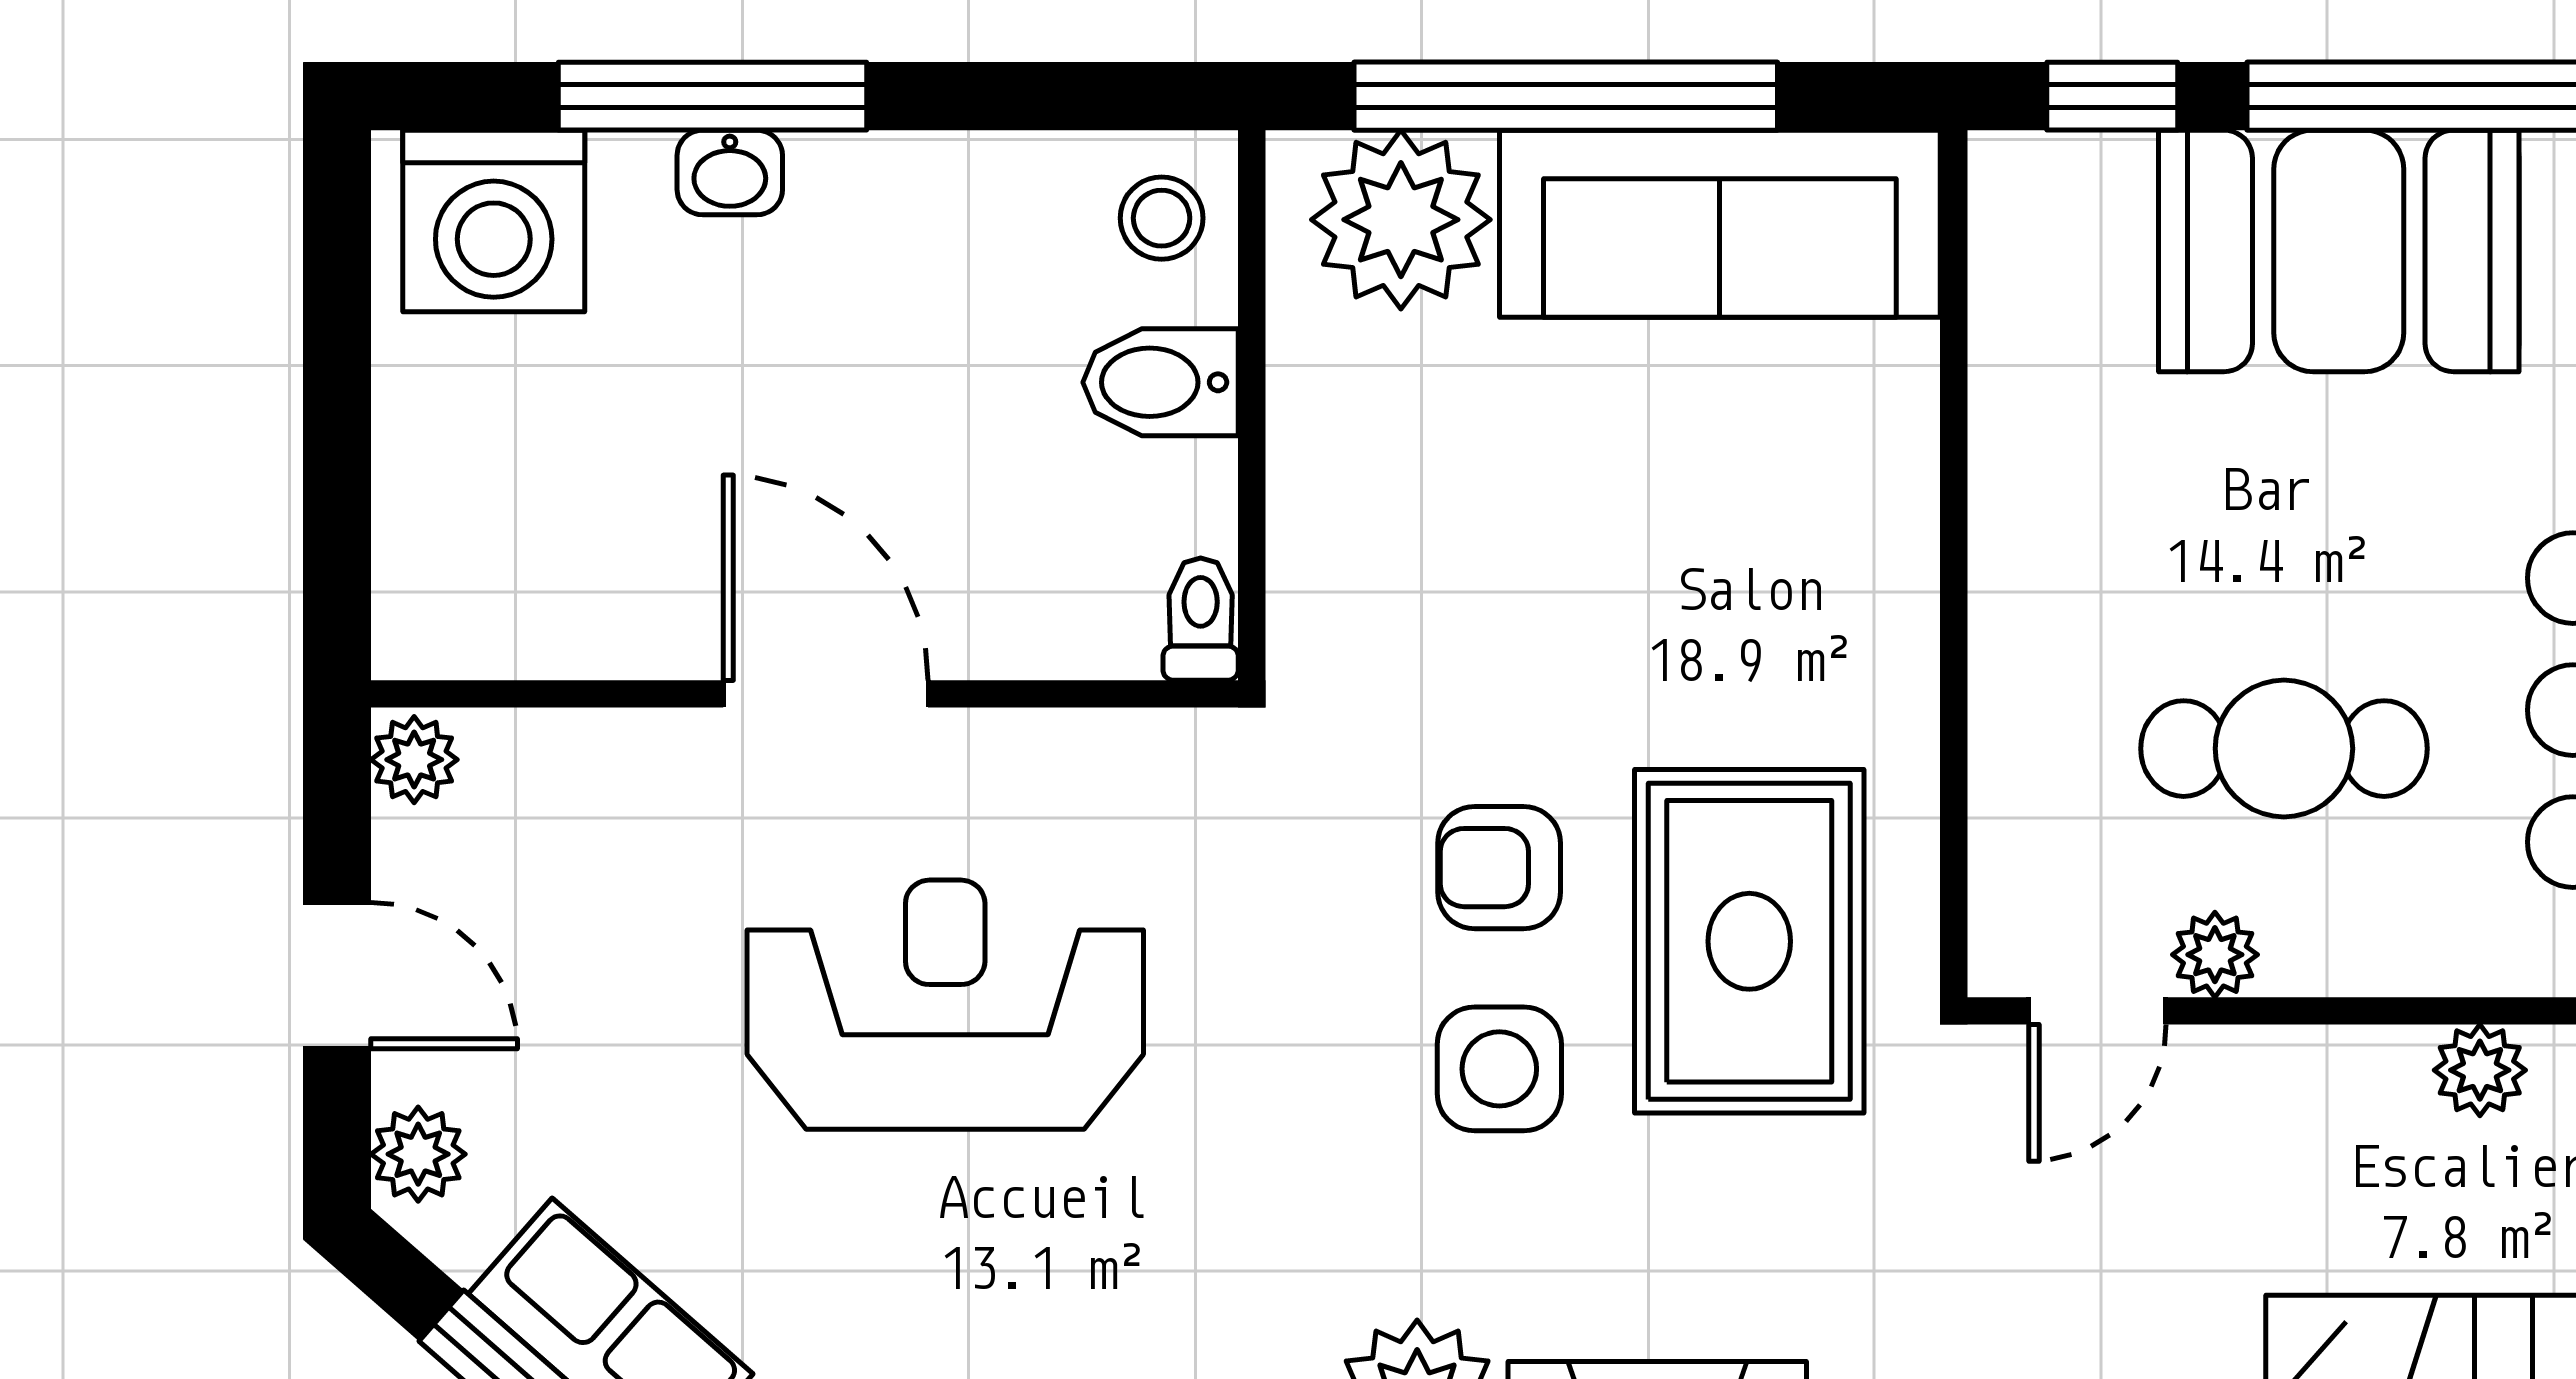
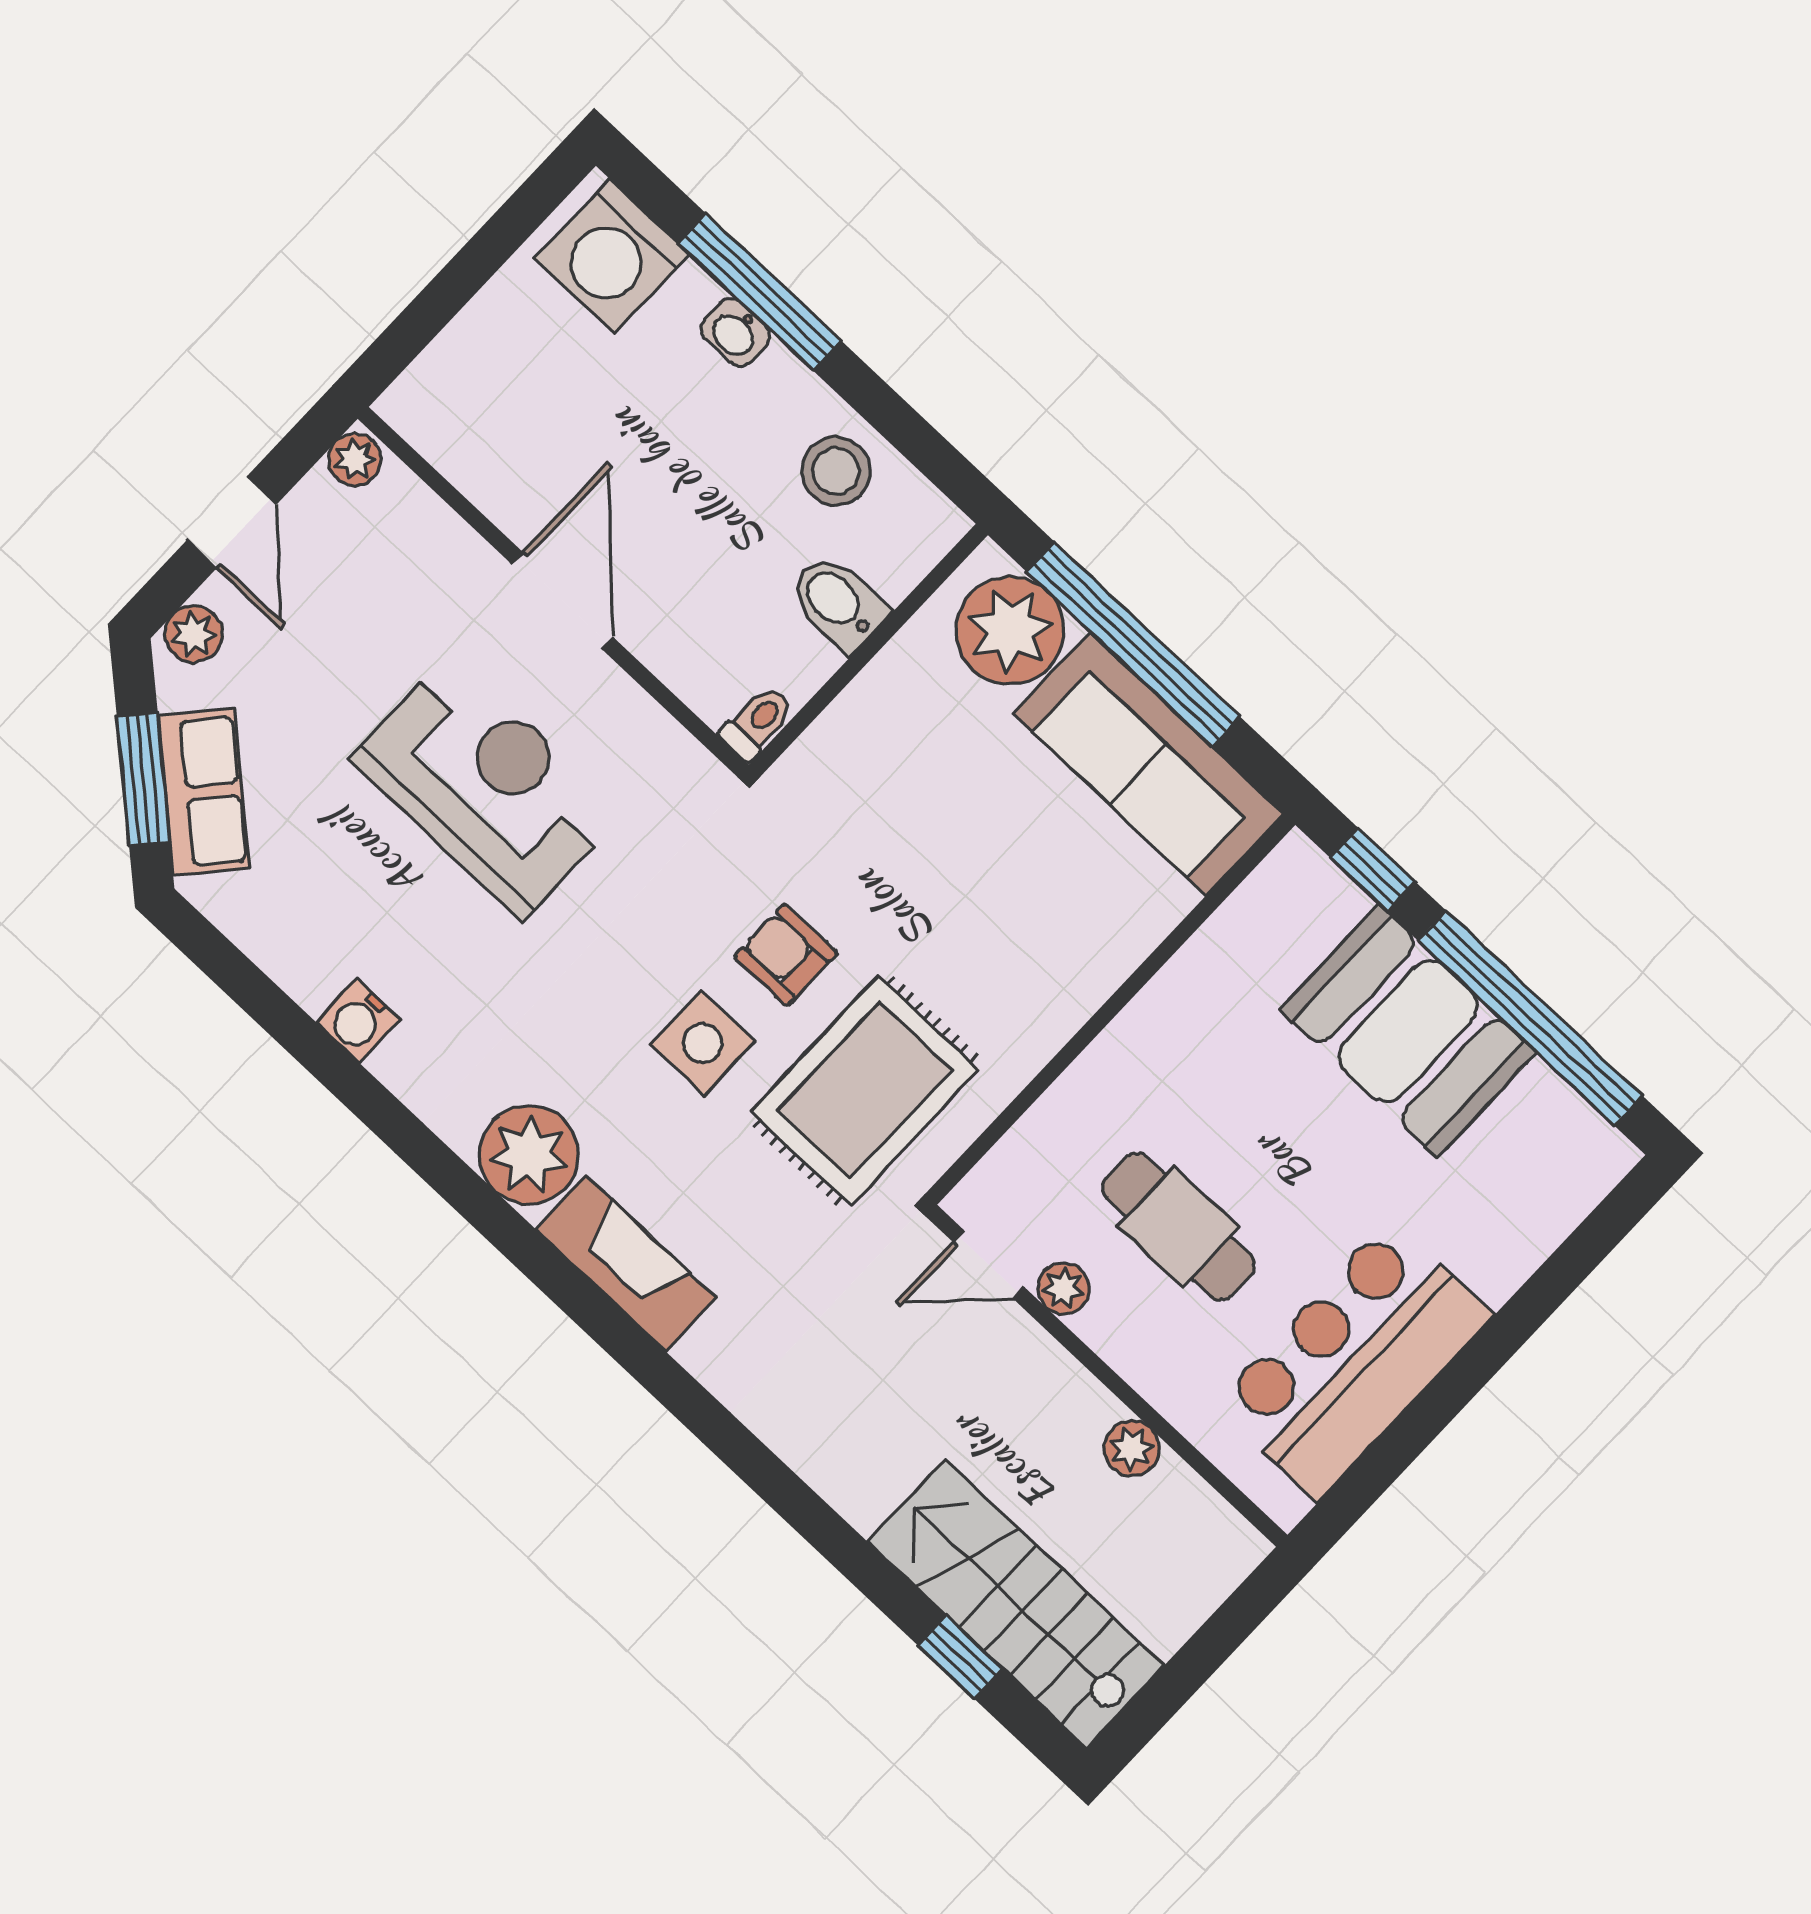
stool: (1162, 218) -> (836, 471), moved, width x1.37, depth x1.37

